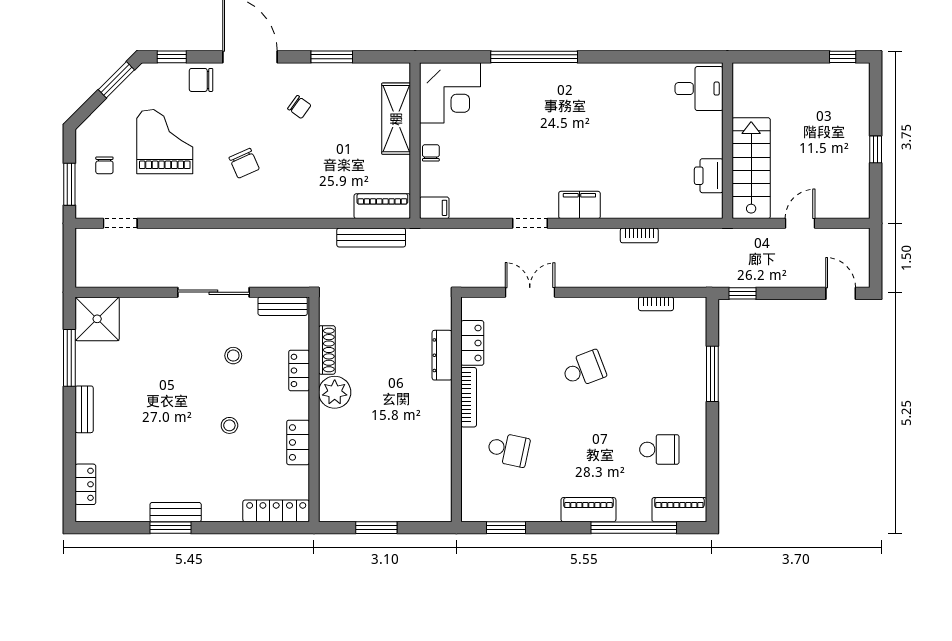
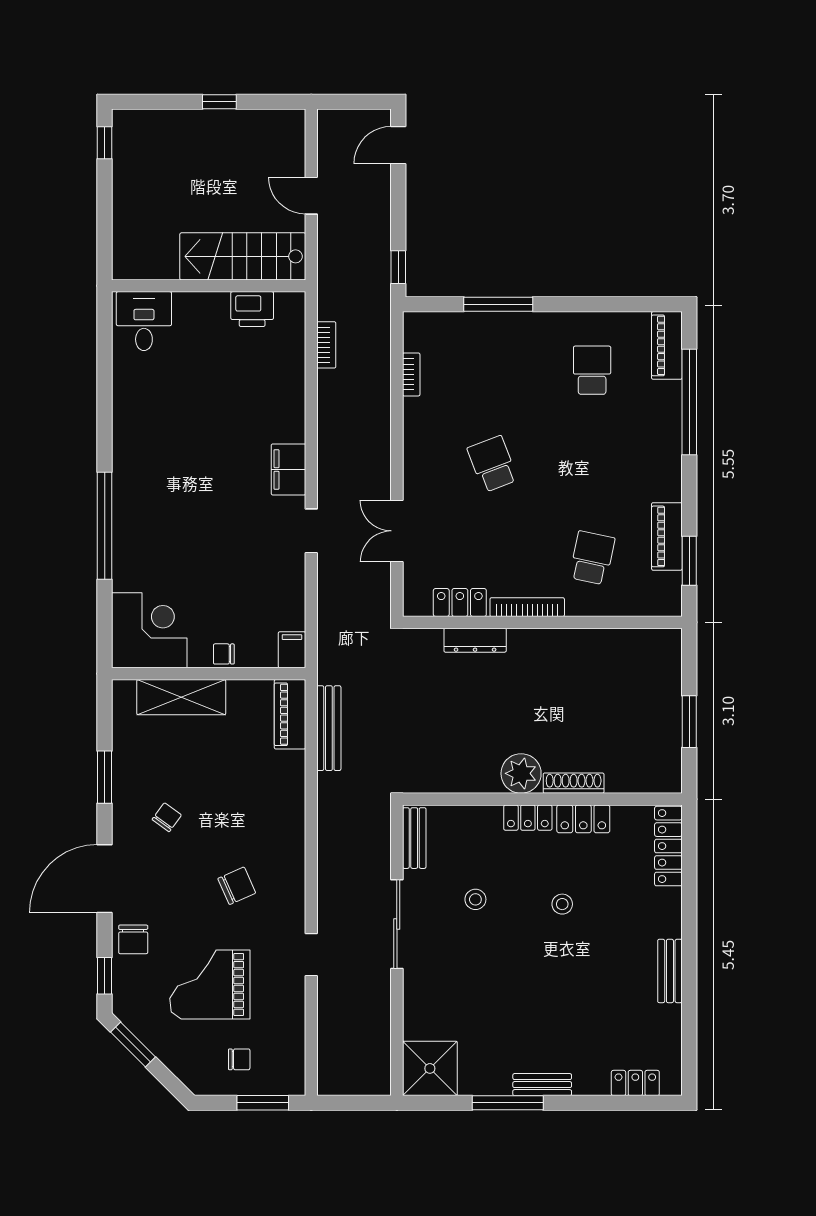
doorway: (120, 223) -> (311, 955), moved
bookcase: (639, 235) -> (326, 345), moved
shoe rack: (327, 350) -> (574, 783), moved
window: (69, 358) -> (508, 1103), moved
locker: (299, 370) -> (528, 818), moved
piano: (588, 510) -> (667, 536), moved
window: (170, 528) -> (689, 977), removed

